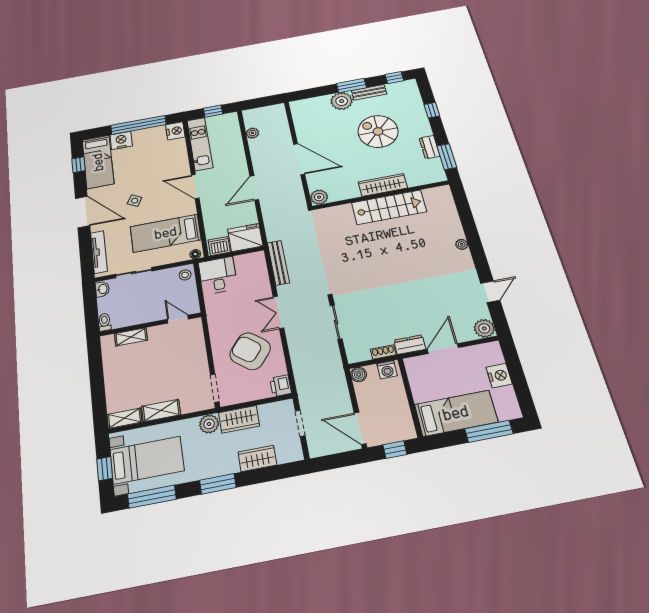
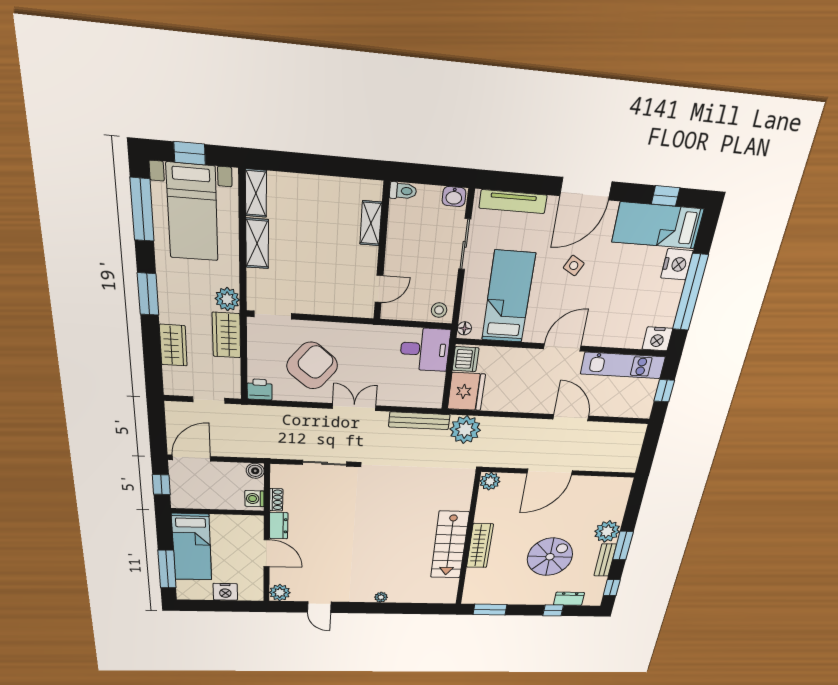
plant: (253, 133) -> (465, 430), moved, width x1.87, depth x1.87
dresser: (430, 147) -> (569, 599), moved
door: (254, 188) -> (571, 418), moved

